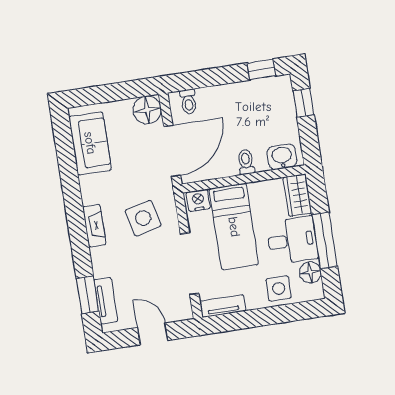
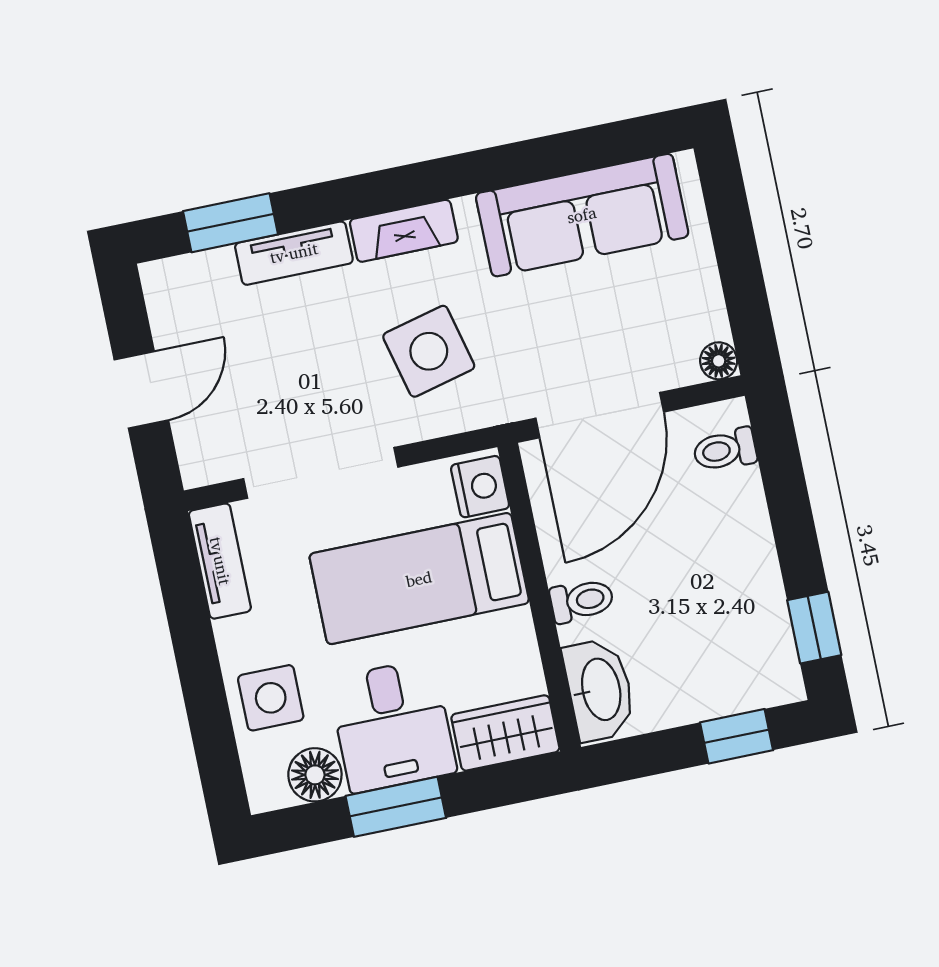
floor lamp: (147, 110) -> (719, 361), width x0.53, depth x0.53
sofa: (90, 143) -> (582, 215), width x1.36
door: (172, 151) -> (600, 415), hinge flipped
washbasin: (282, 157) -> (599, 690), width x1.38
window: (325, 241) -> (396, 807), width x0.69
tv unit: (106, 301) -> (294, 253), moved

